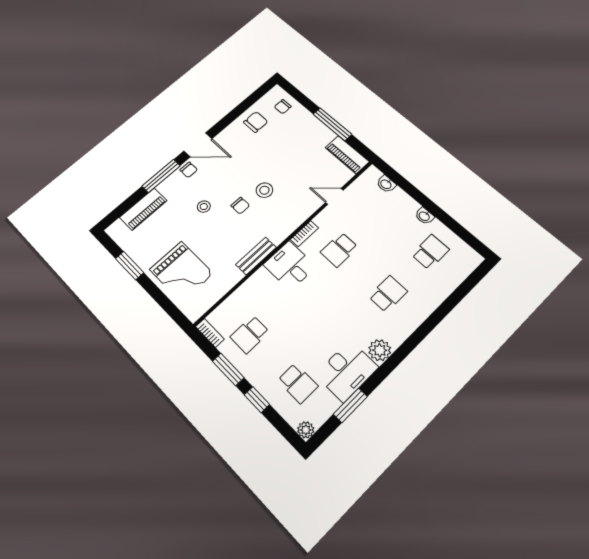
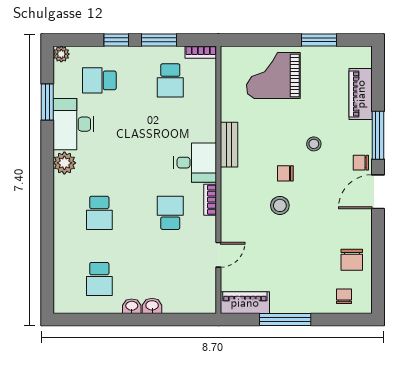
washbasin: (386, 184) -> (152, 306), moved
school desk: (250, 334) -> (170, 80), turned 180

